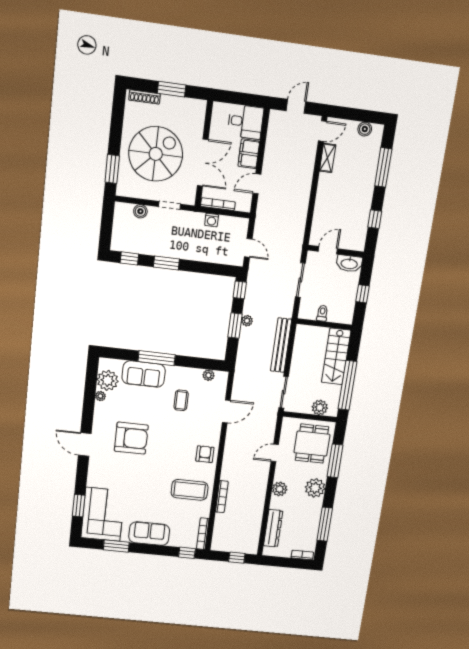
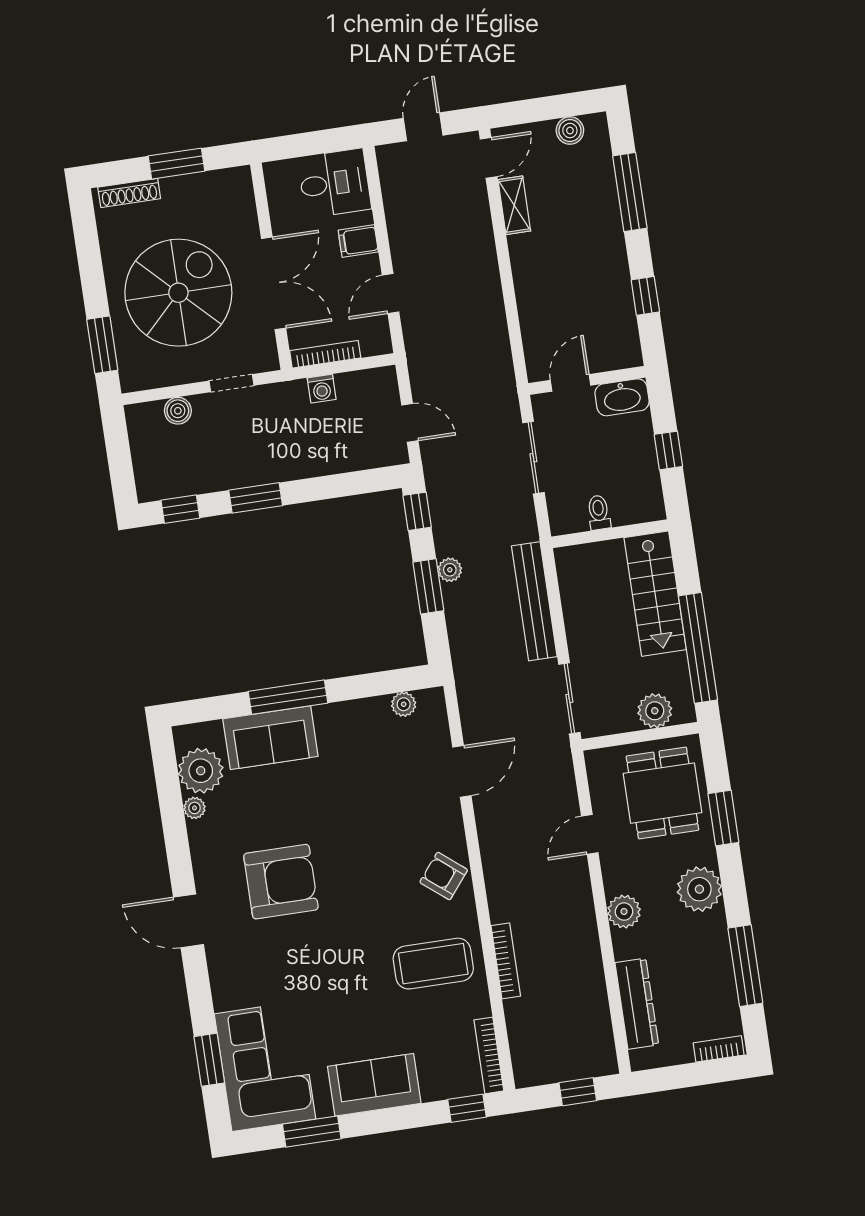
filing cabinet: (249, 154) -> (358, 241), width x0.50
coffee table: (181, 400) -> (362, 773), removed
armchair: (205, 454) -> (444, 876), turned -51
window: (335, 461) -> (723, 818), width x0.69

